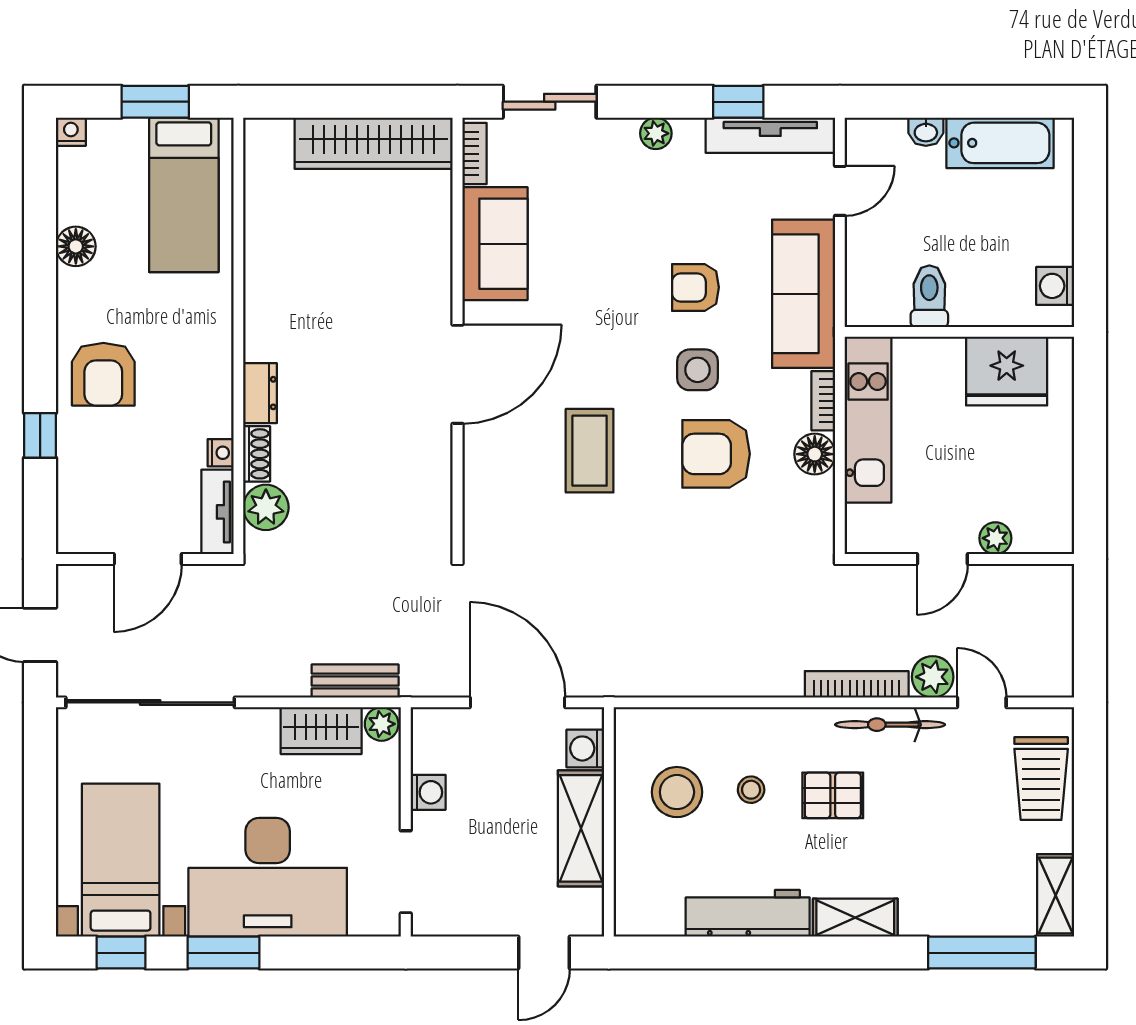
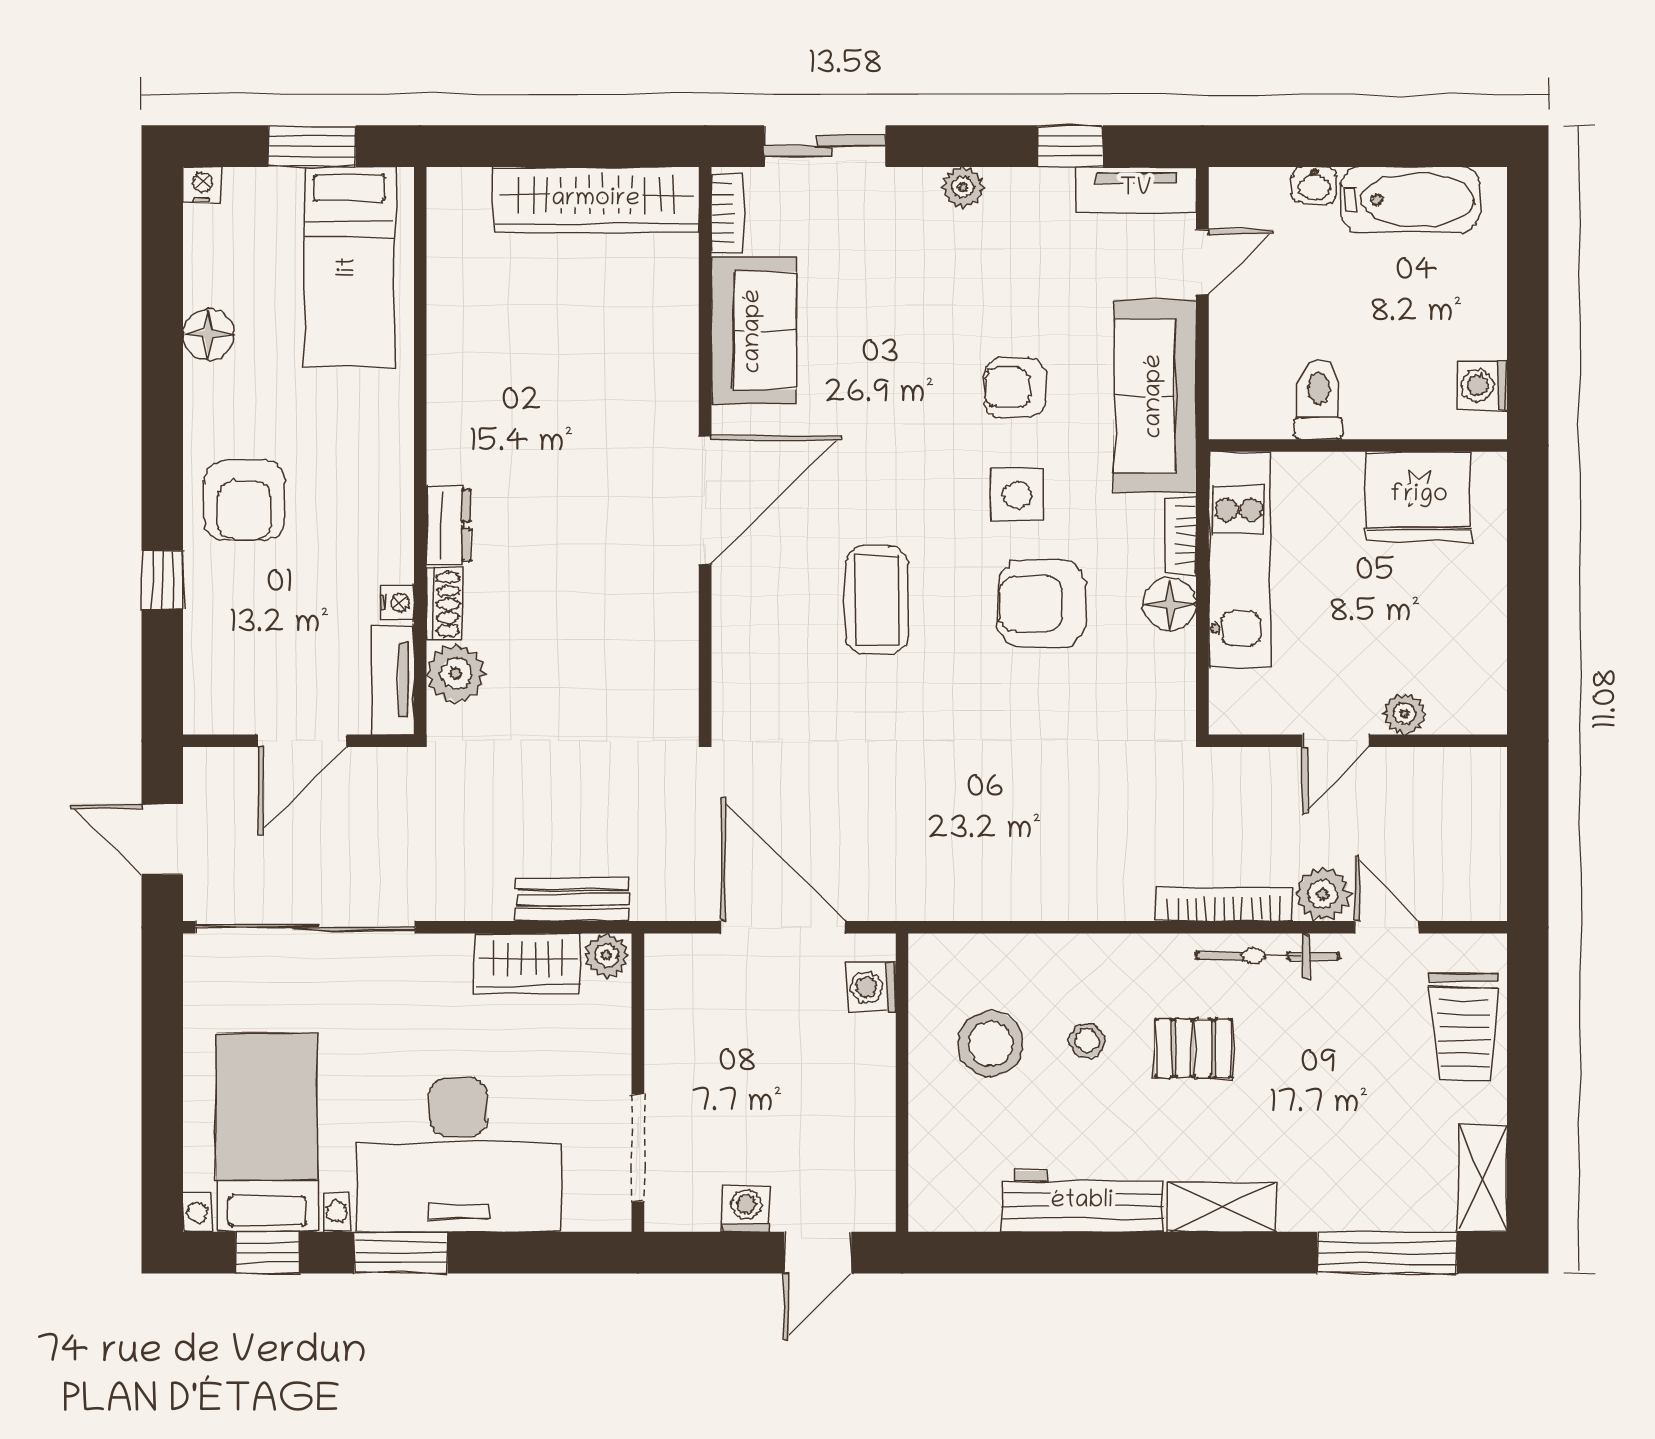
tv unit: (770, 135) -> (1136, 190), width x0.71
washing machine: (428, 792) -> (746, 1209), moved, turned -90
shelving: (581, 828) -> (866, 1091), removed

